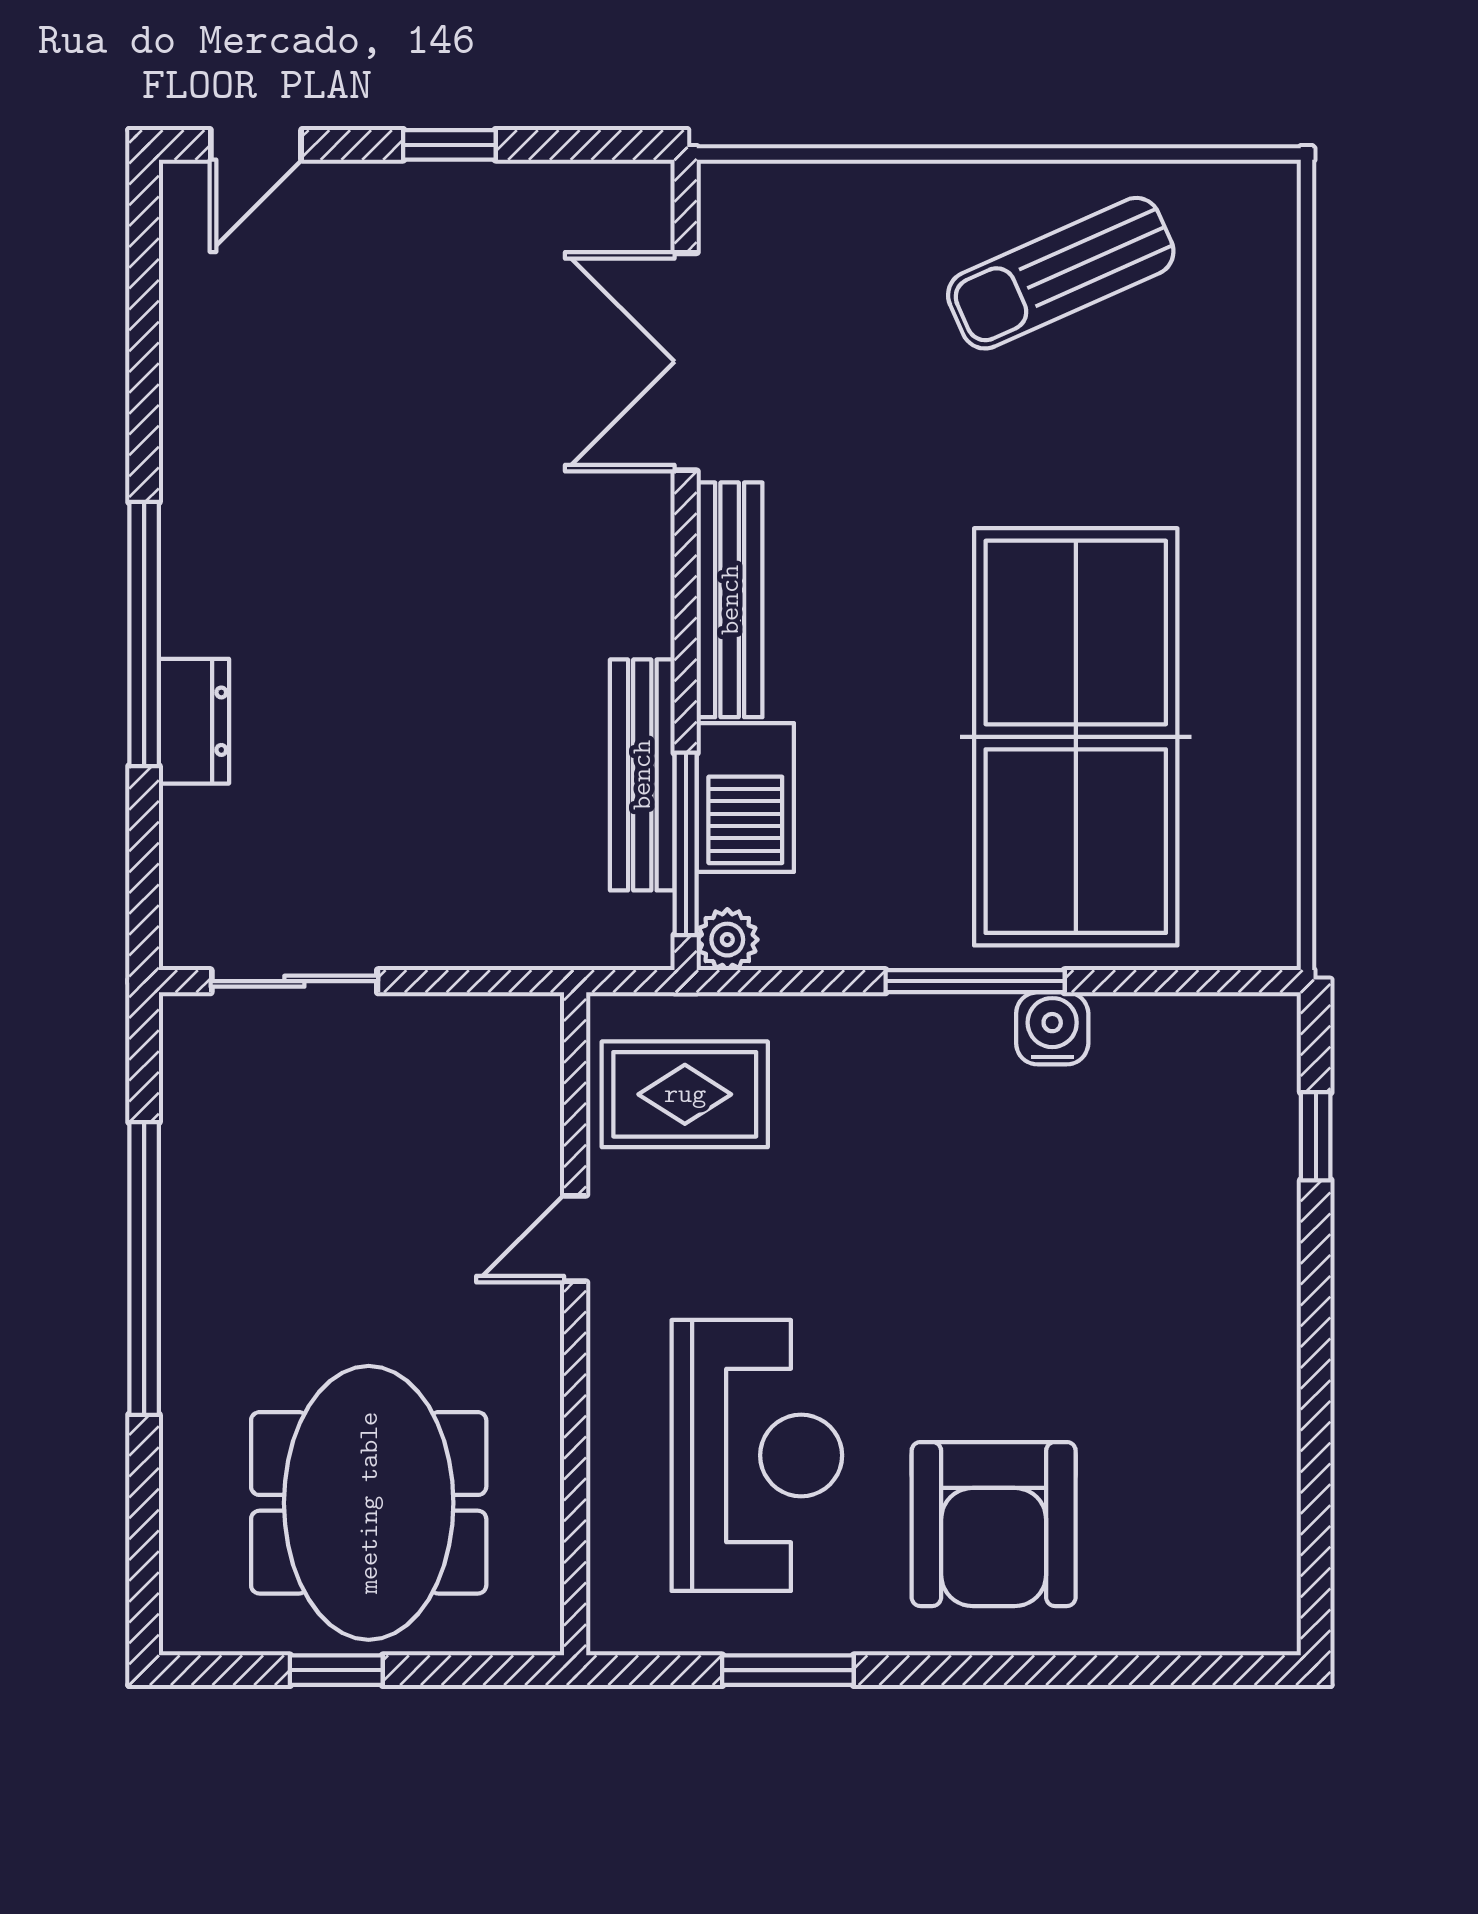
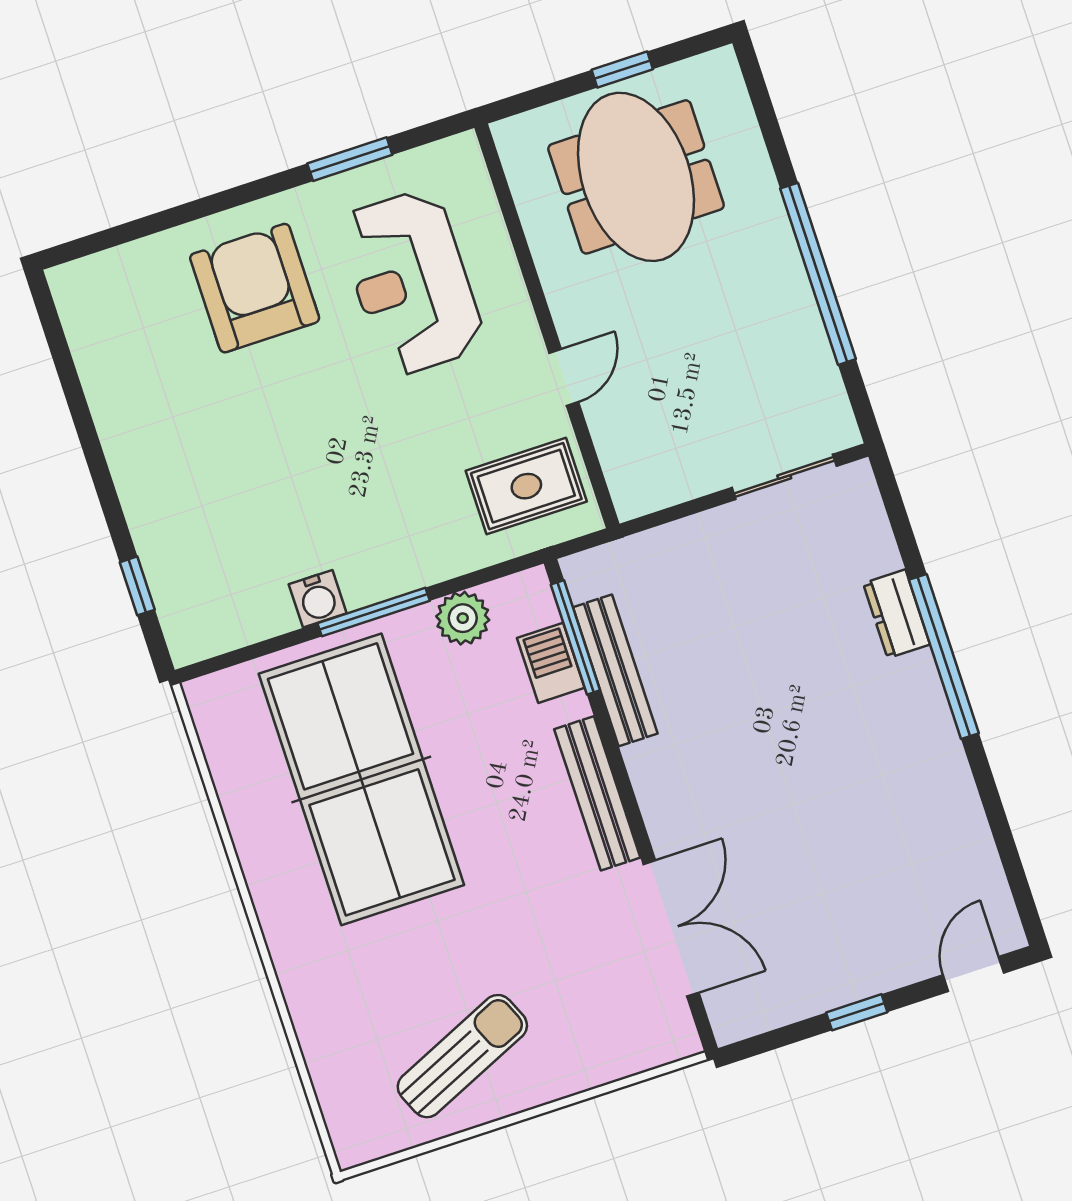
barbecue: (745, 798) -> (551, 663), width x0.73, depth x0.79
plant: (727, 940) -> (463, 618), moved, width x1.38, depth x1.38

